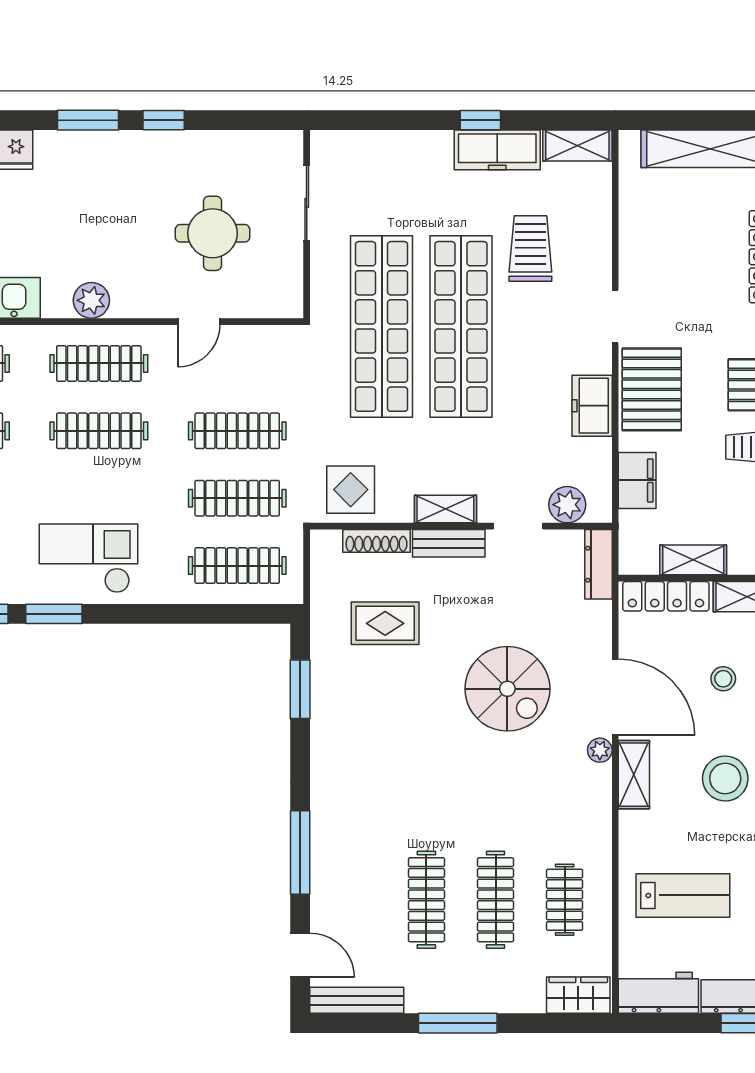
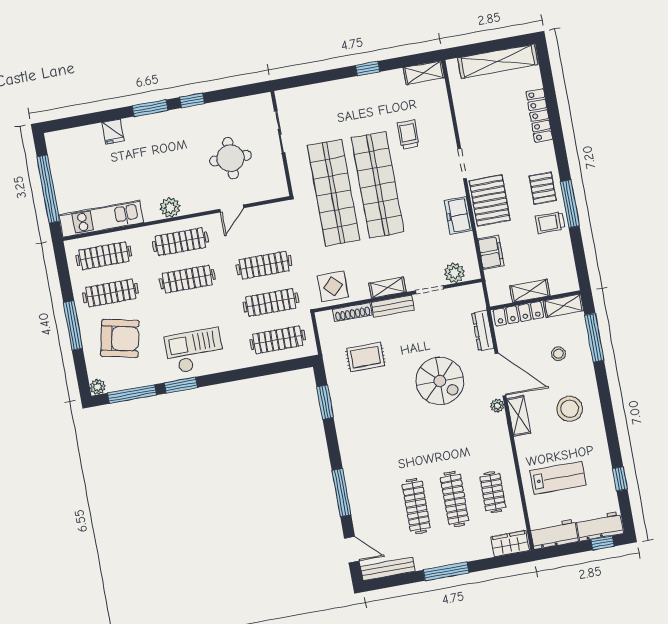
freezer: (497, 150) -> (380, 83), removed
trolley: (530, 248) -> (408, 135), width x0.73, depth x0.72
dresser: (598, 564) -> (483, 330), moved

